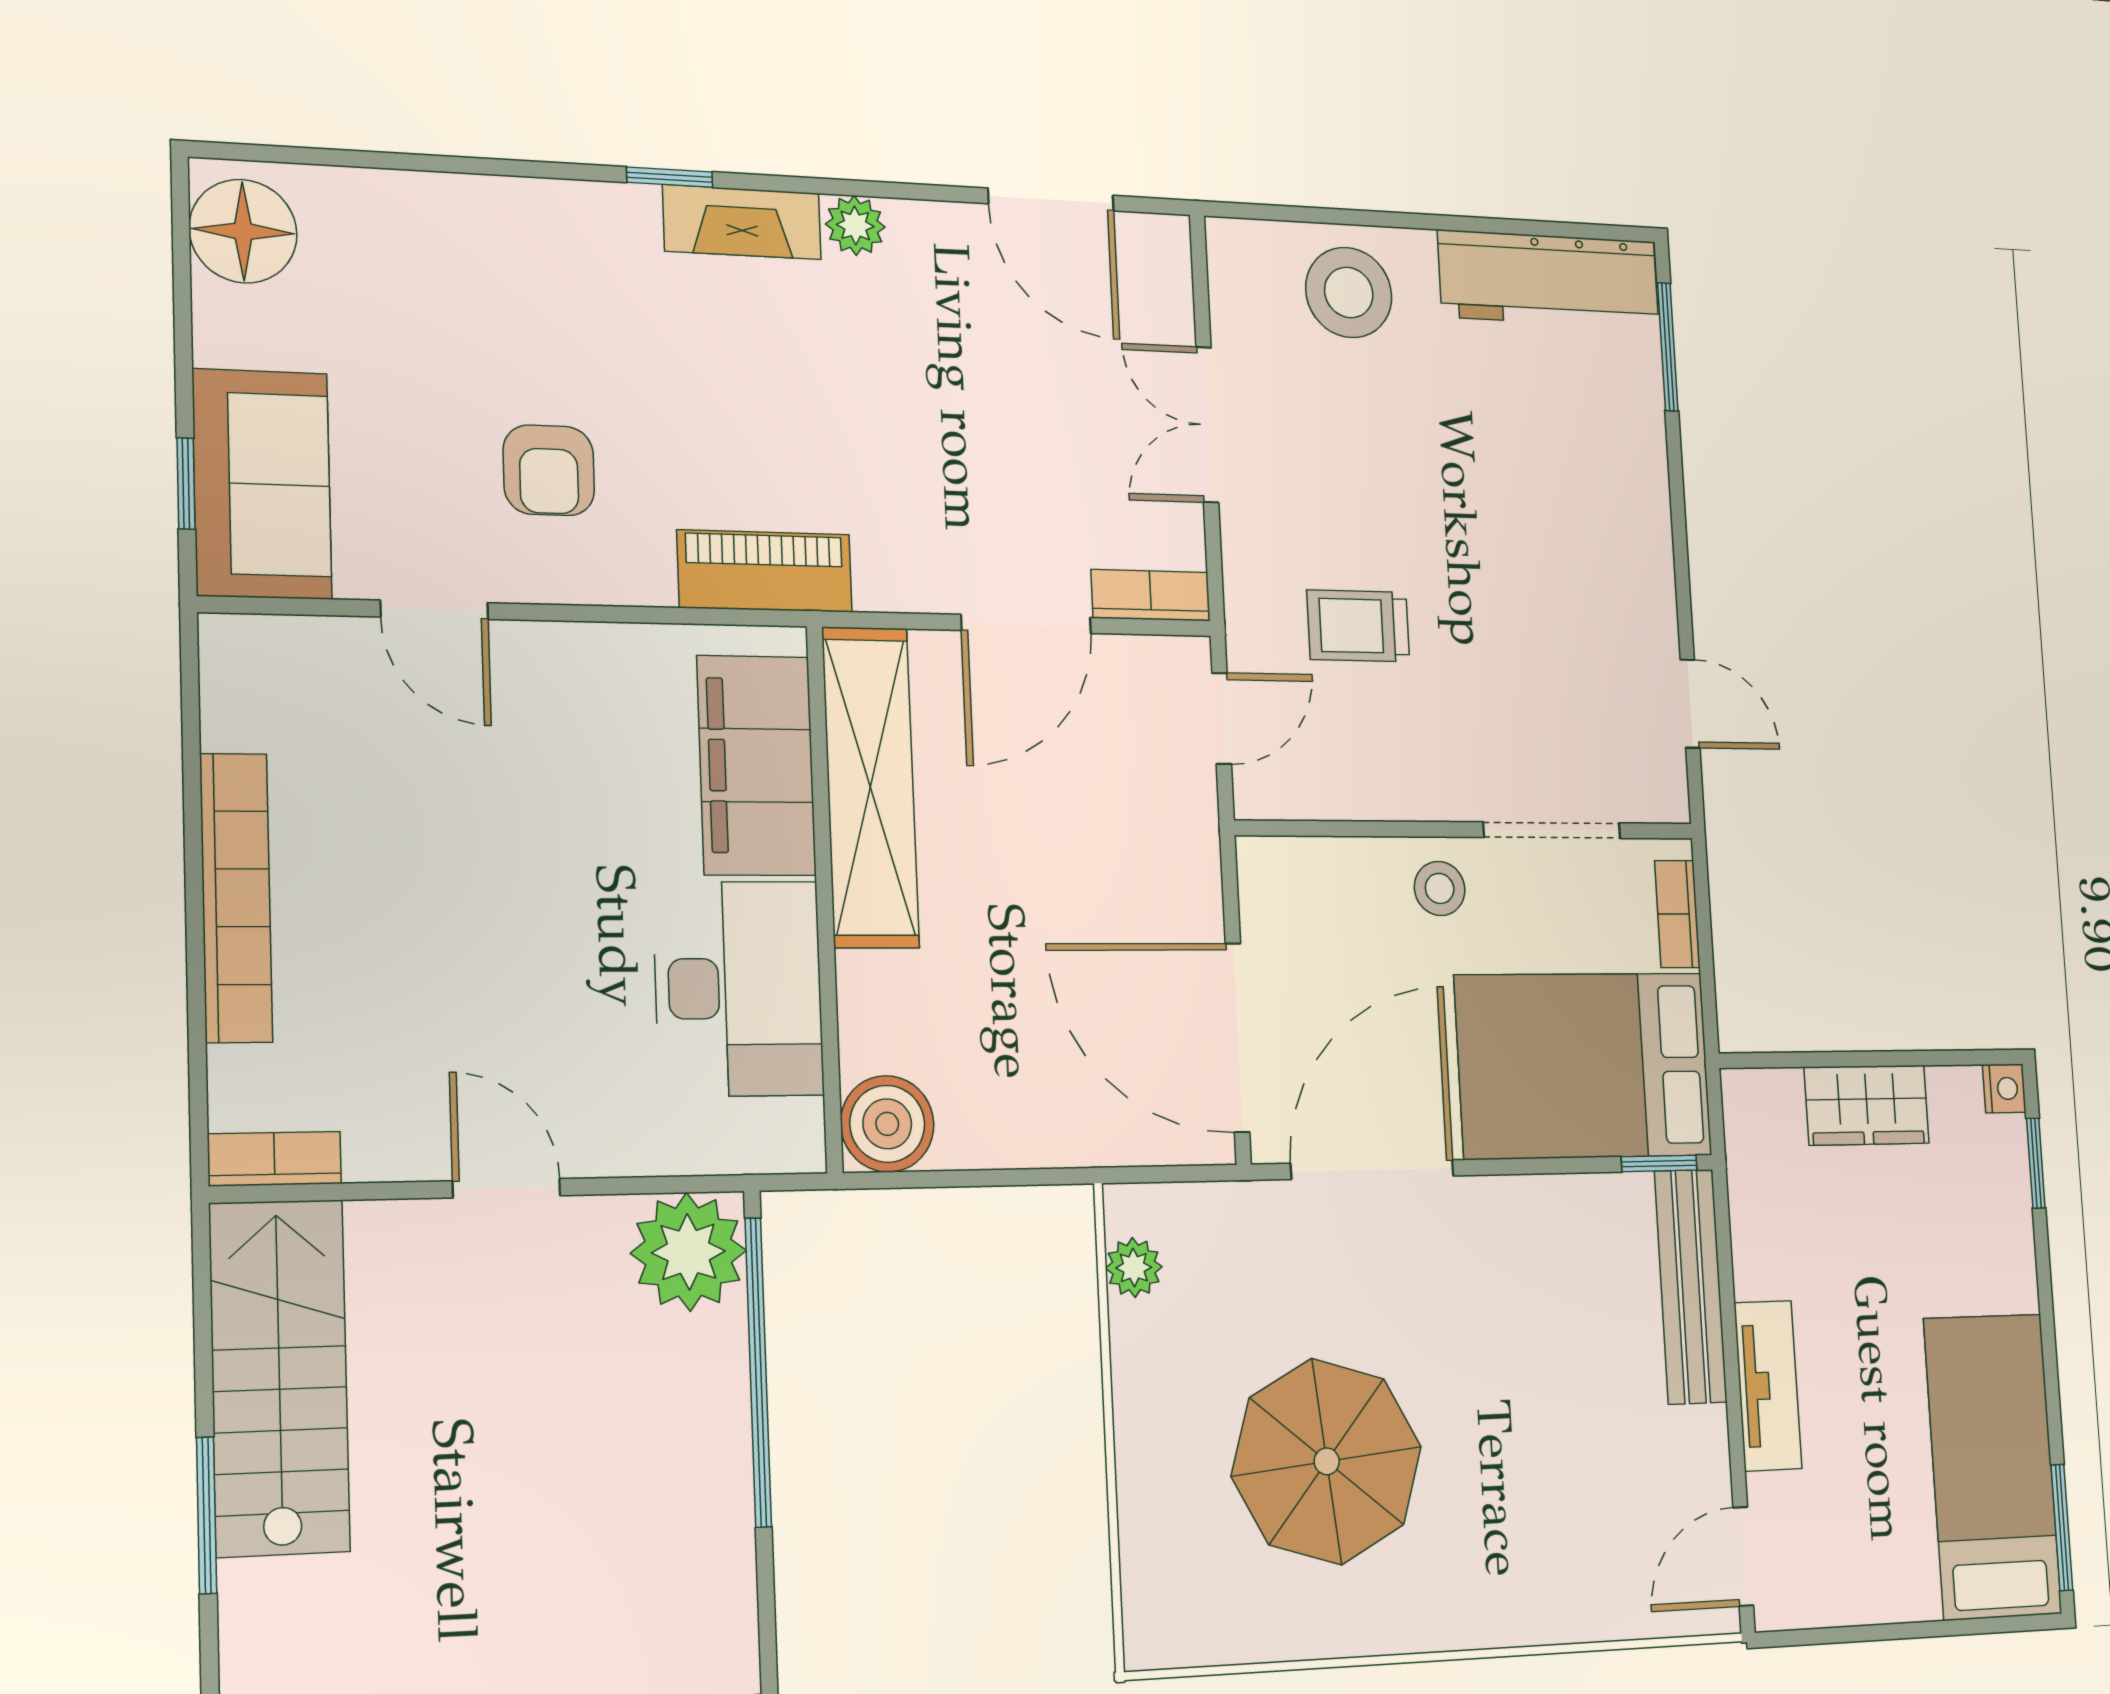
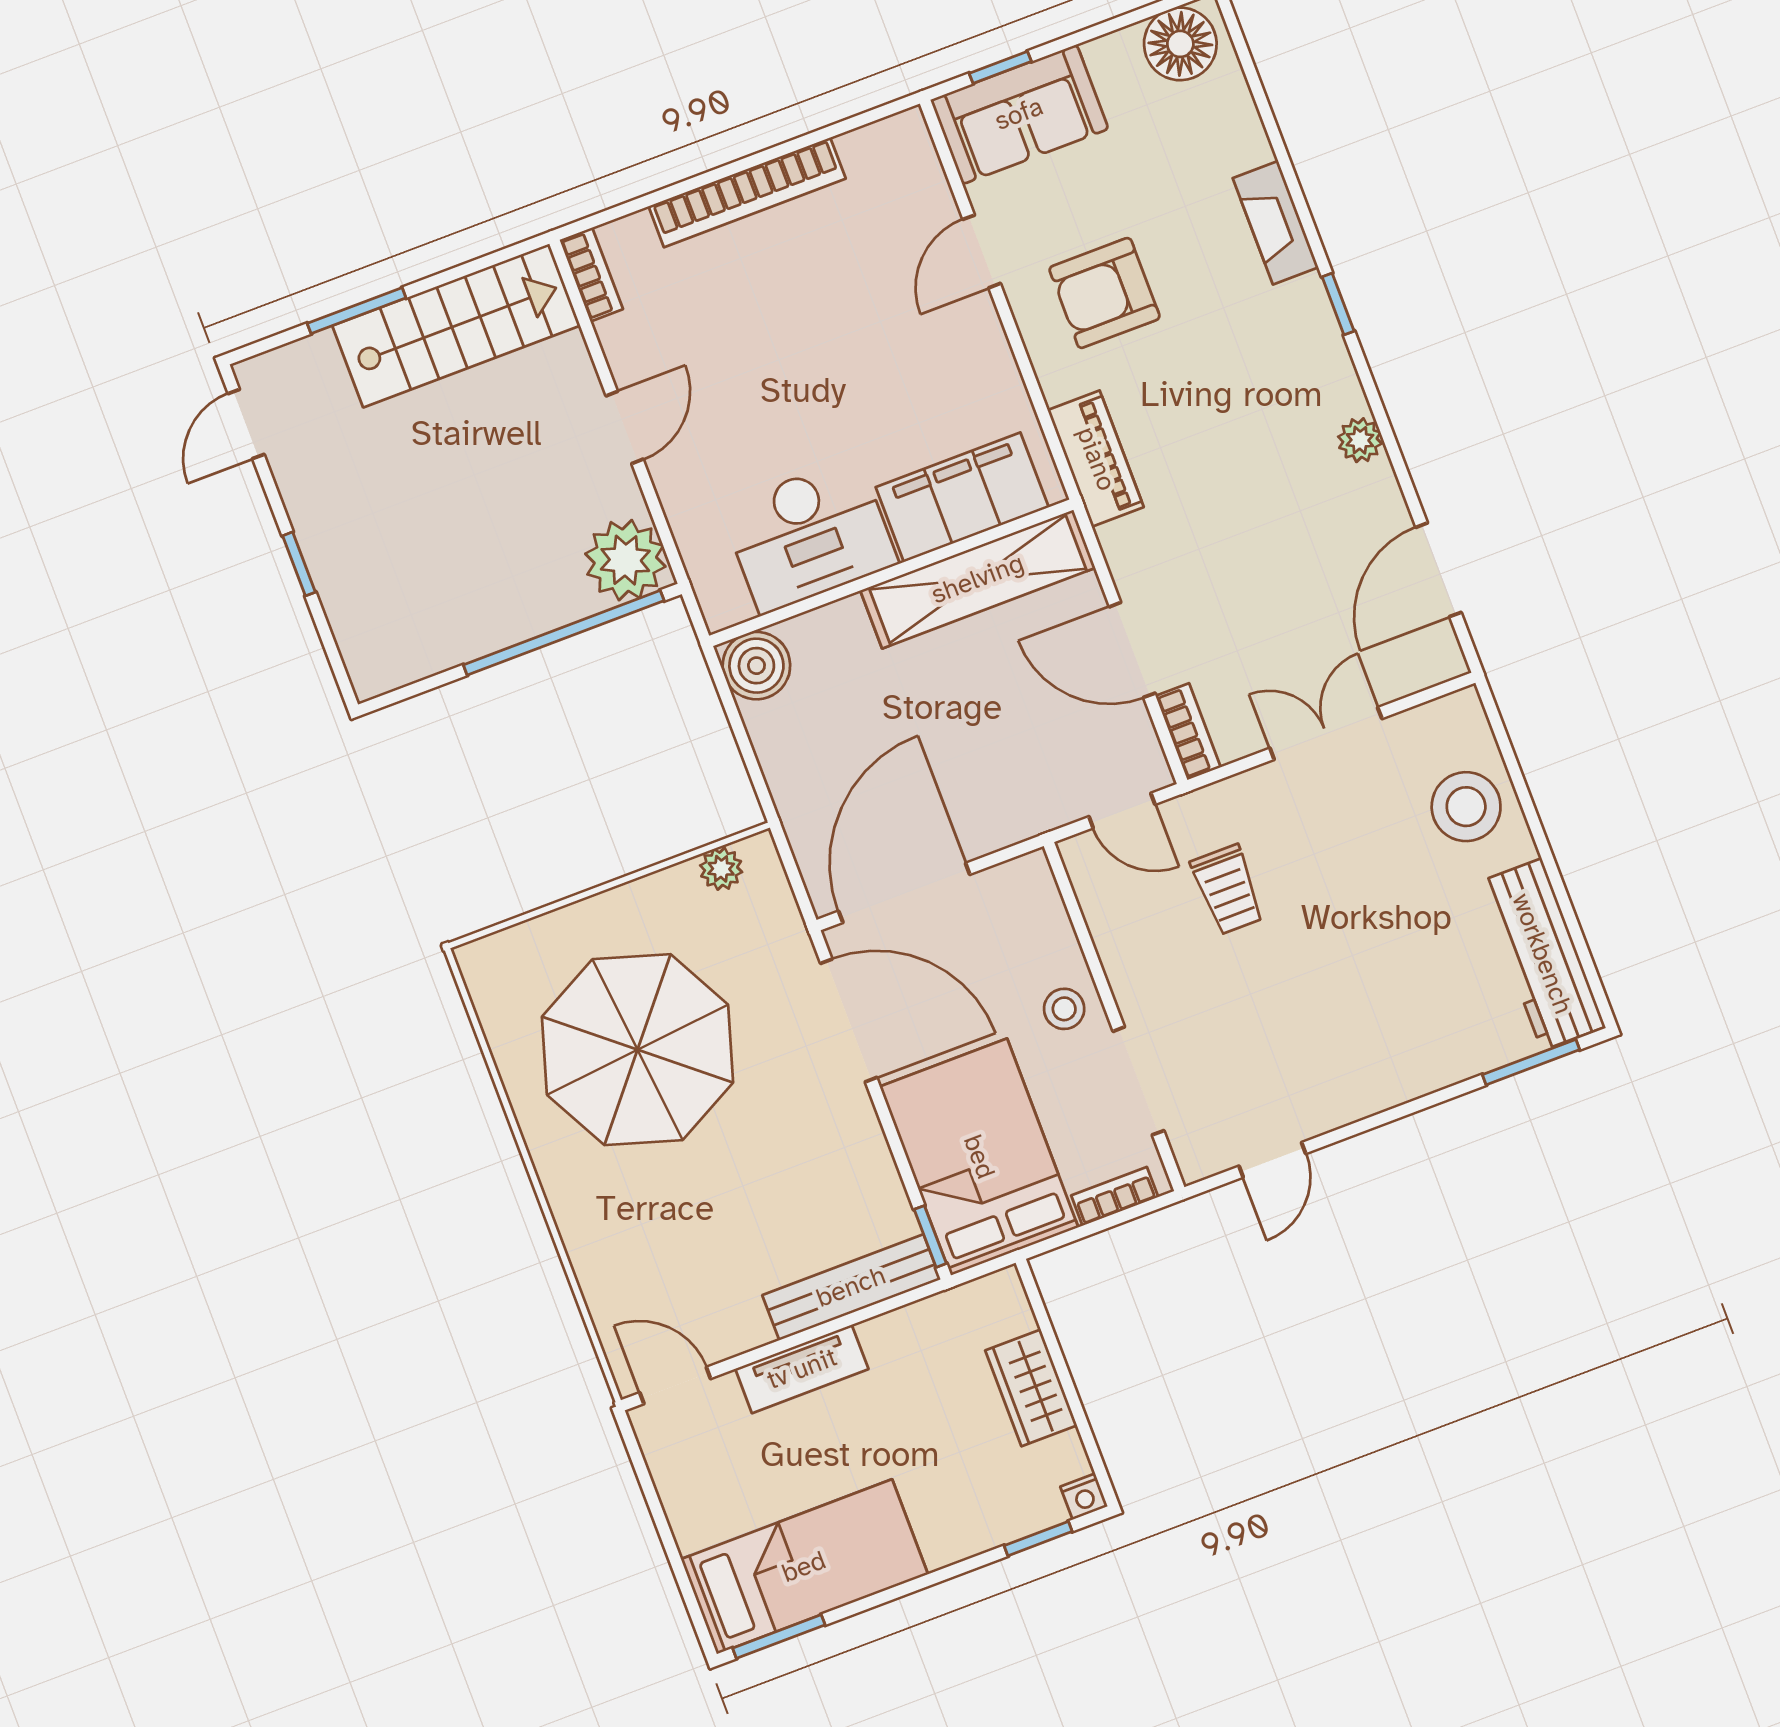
fireplace: (742, 222) -> (1276, 223), moved
armchair: (549, 470) -> (1105, 293), width x1.38, depth x1.38
trolley: (1358, 626) -> (1228, 890), turned 180
parasol: (1327, 1461) -> (637, 1050), width x1.36, depth x1.36

